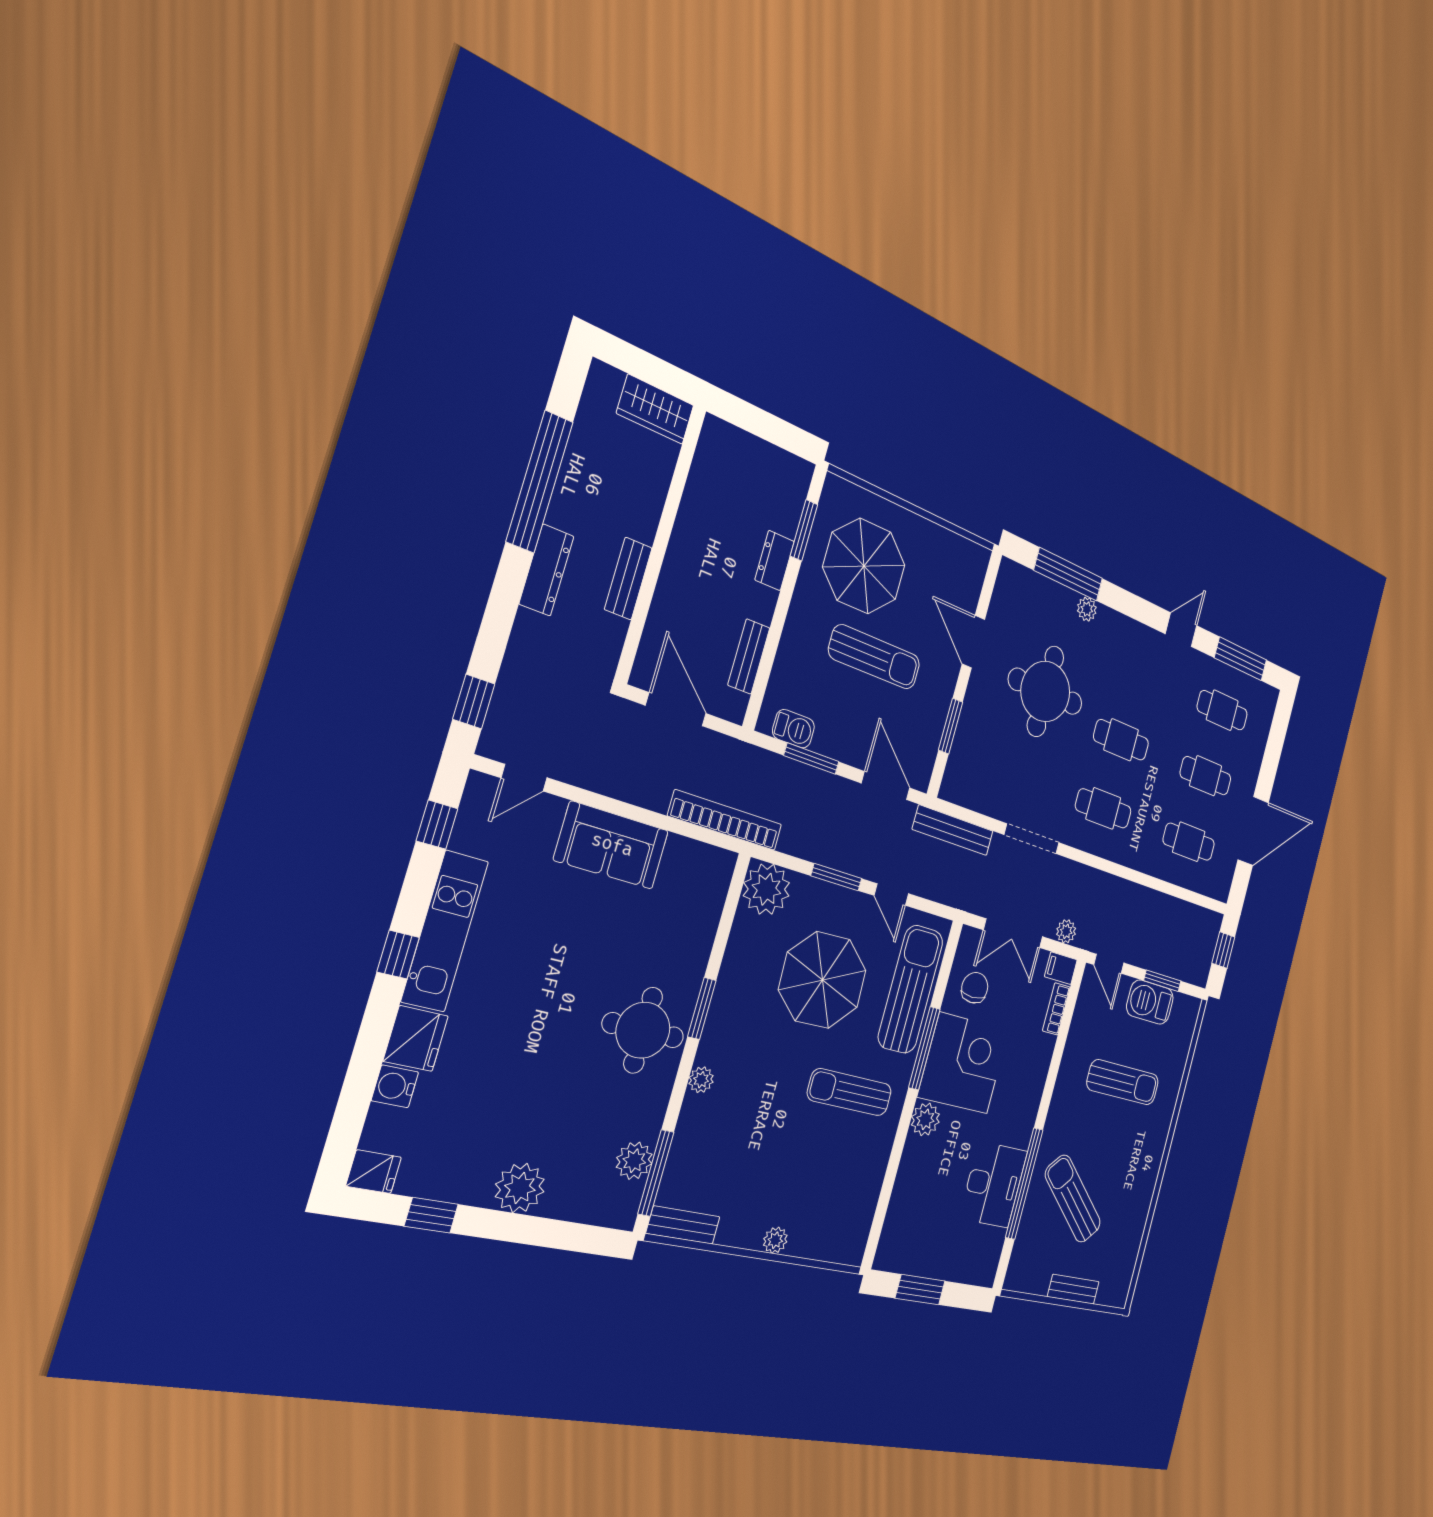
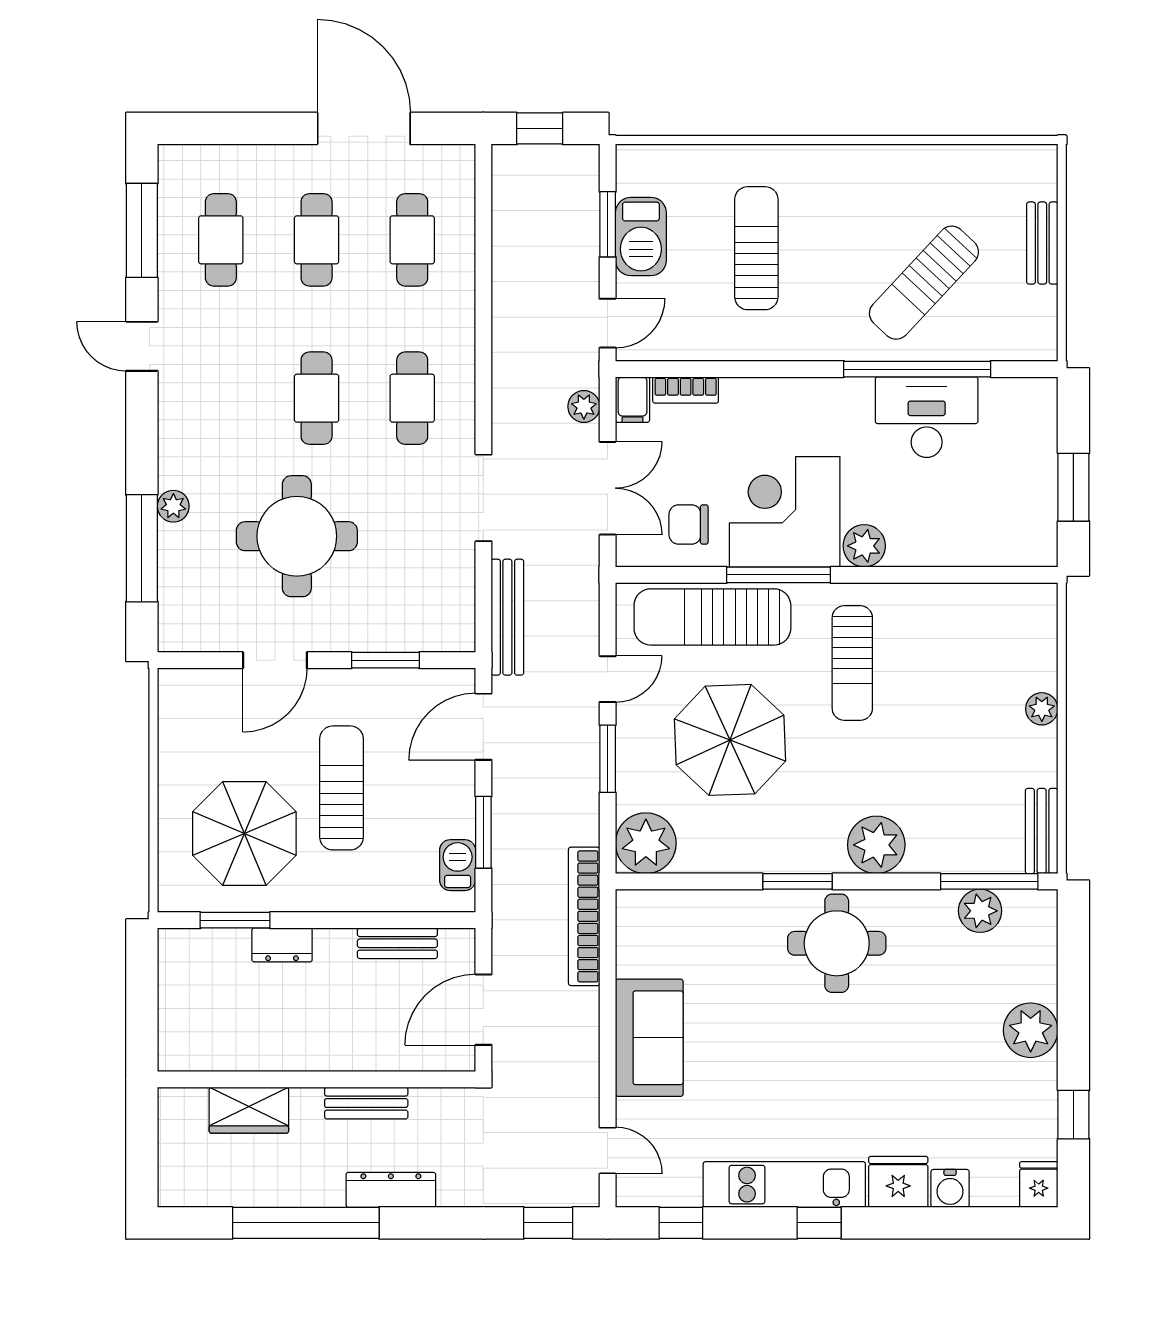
wardrobe: (655, 409) -> (249, 1110), moved, turned 90
plant: (701, 1080) -> (876, 845), width x1.88, depth x1.88

